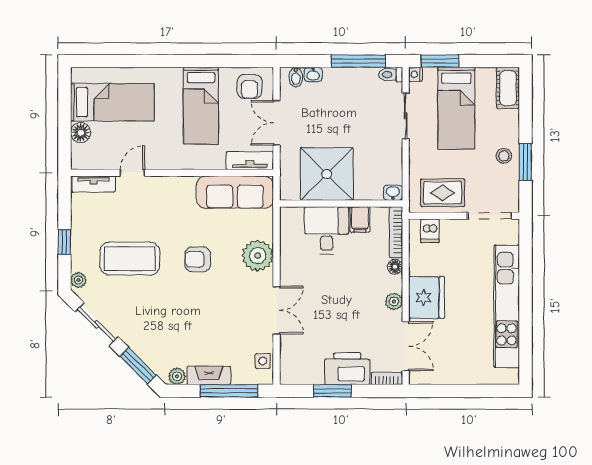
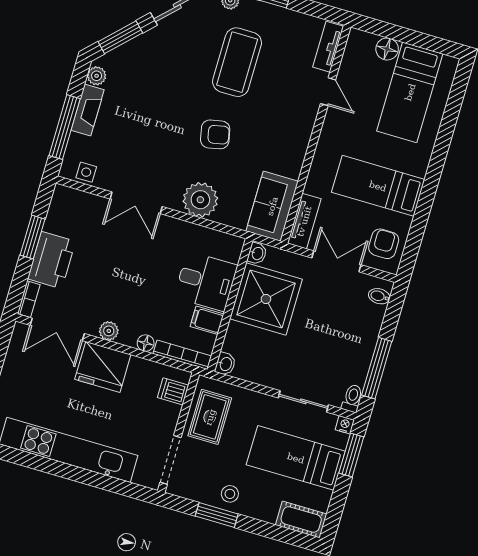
washbasin: (313, 75) -> (257, 253), moved, turned 180
armchair: (249, 86) -> (384, 244), turned 90
sofa: (235, 192) -> (272, 206), width x0.73
armchair: (198, 259) -> (215, 134), turned 78

